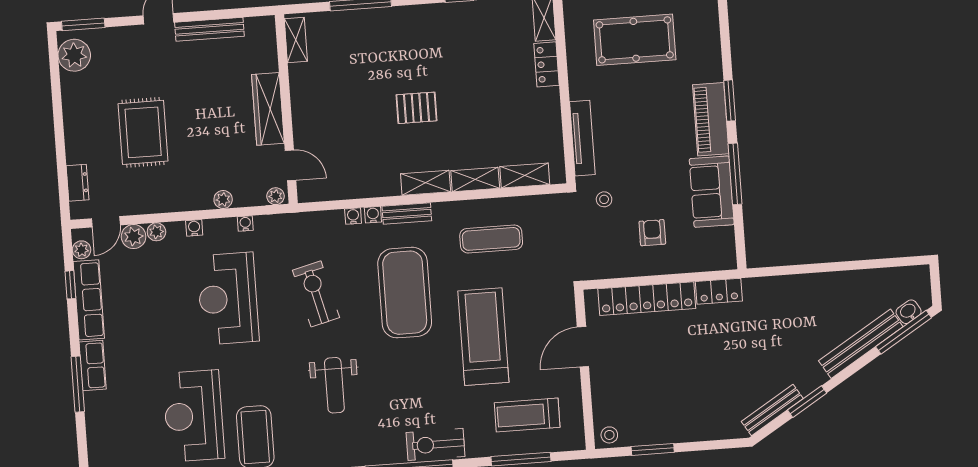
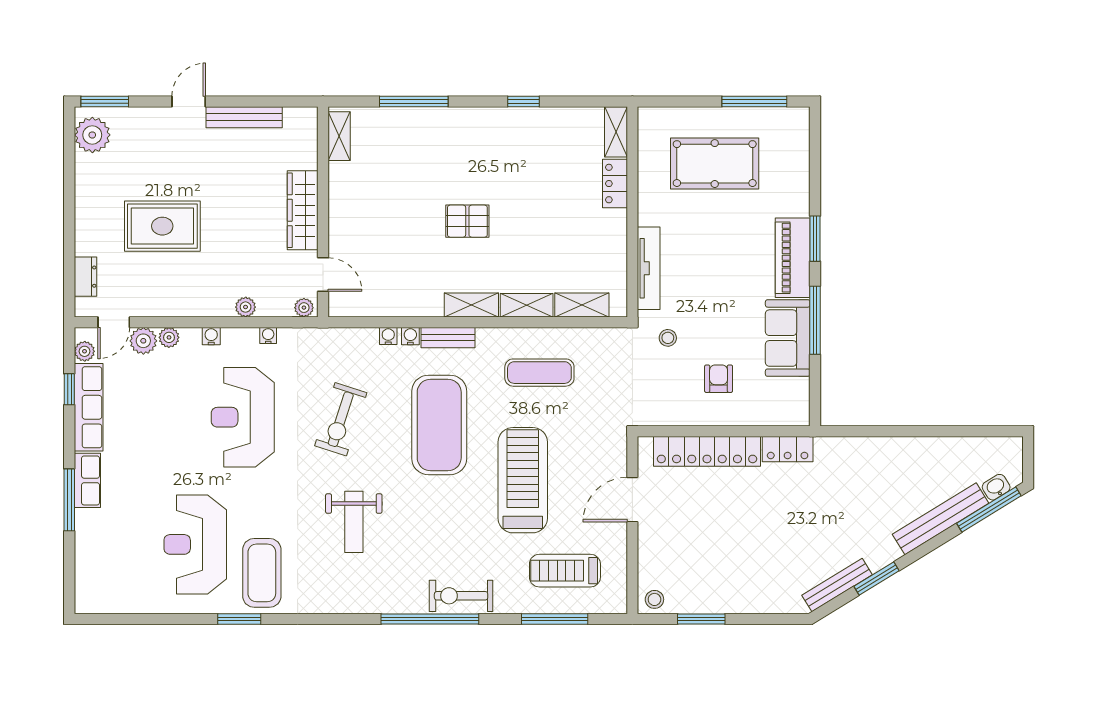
rug: (143, 132) -> (162, 226), turned 90
exercise bike: (316, 294) -> (341, 419), turned -148

